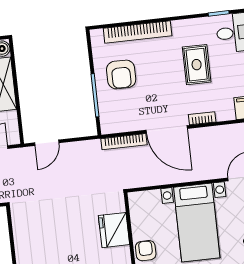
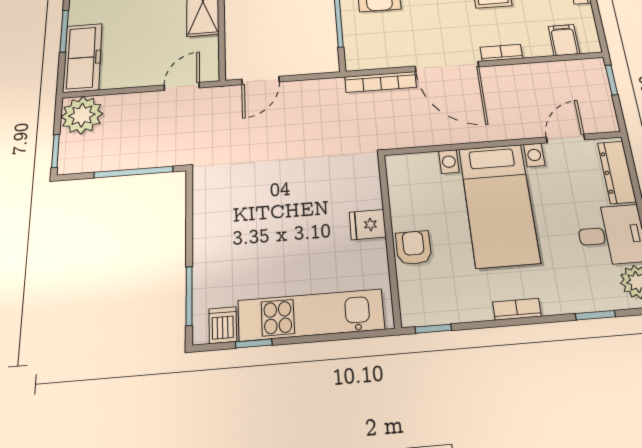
fridge: (114, 230) -> (368, 225), width x0.53, depth x0.75

